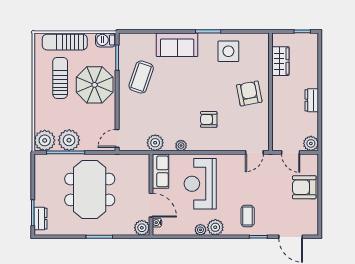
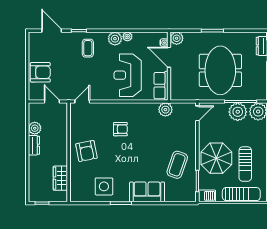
plant: (311, 143) -> (35, 128), moved
plant: (181, 146) -> (144, 107), removed
reception desk: (200, 184) -> (128, 75), turned 180

